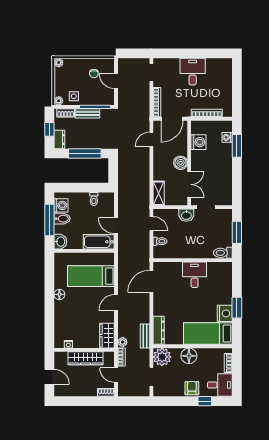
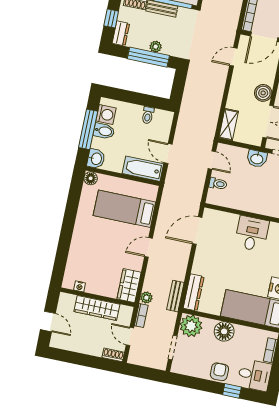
plant: (89, 144) -> (156, 47), added
floor lamp: (59, 294) -> (91, 178), moved

